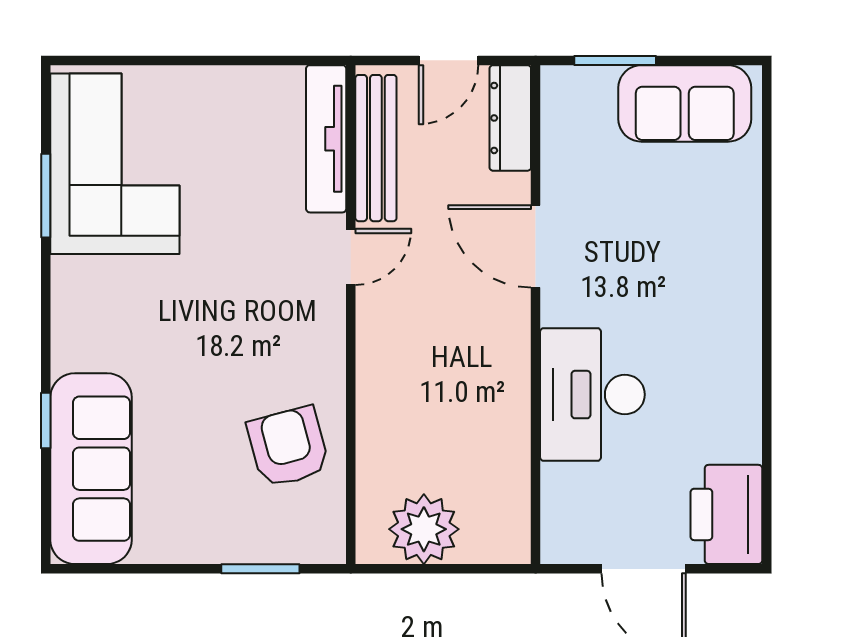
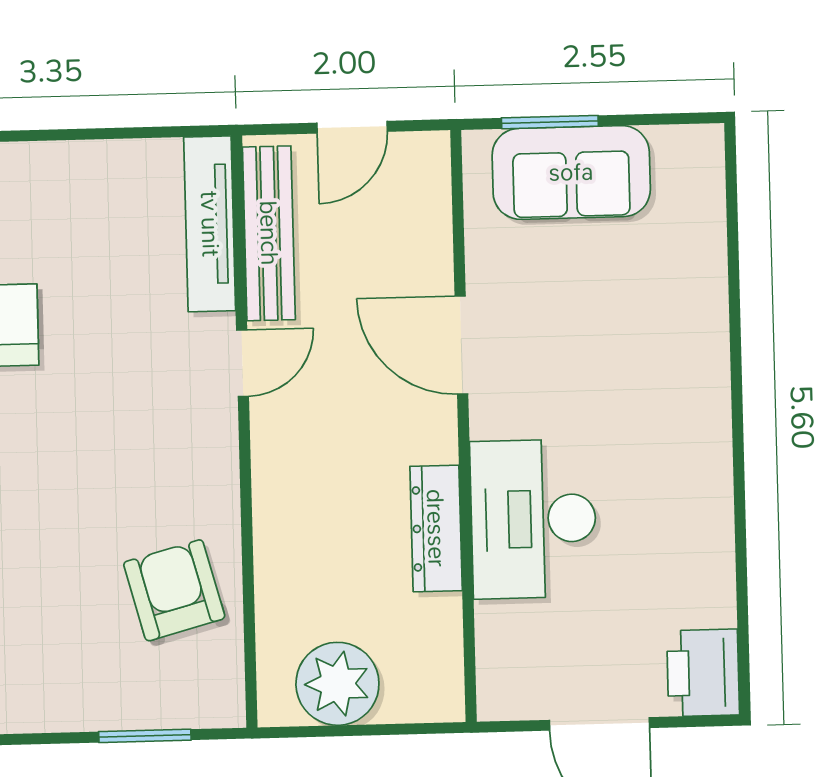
sofa: (685, 103) -> (571, 172), moved
dresser: (510, 118) -> (436, 528), moved
printer: (726, 514) -> (703, 673), width x0.73, depth x0.84

